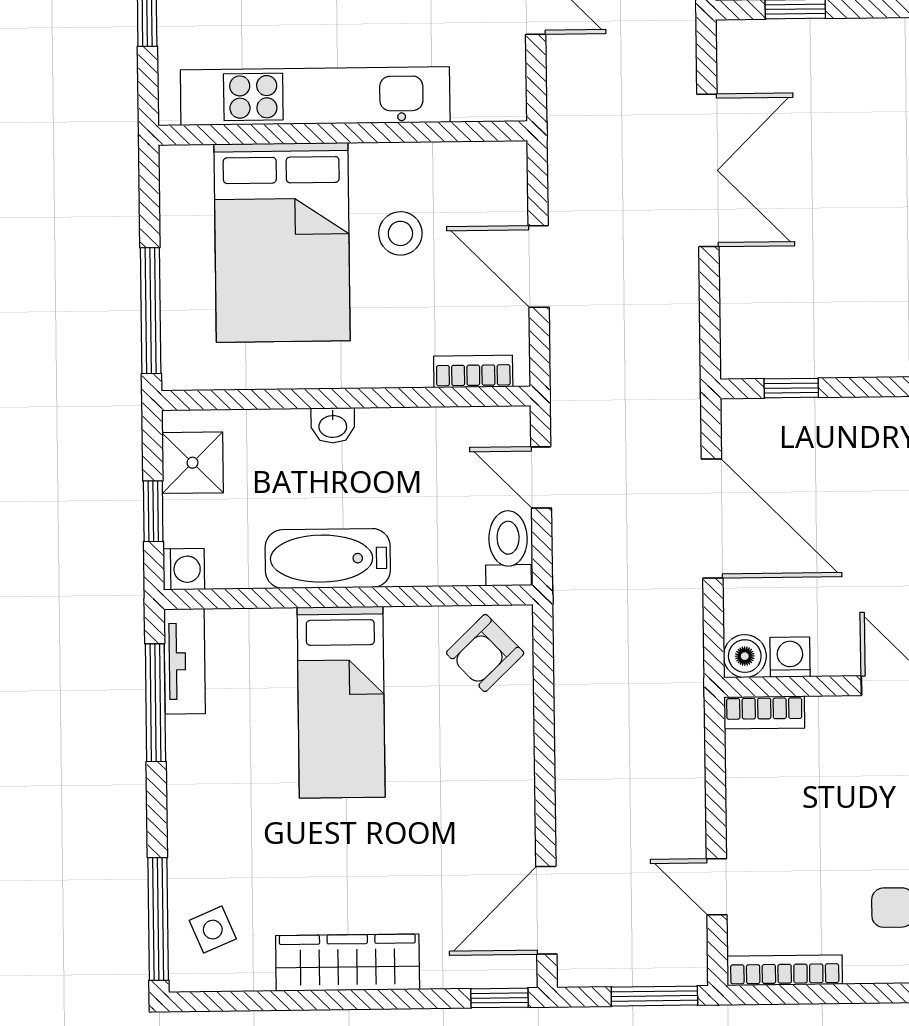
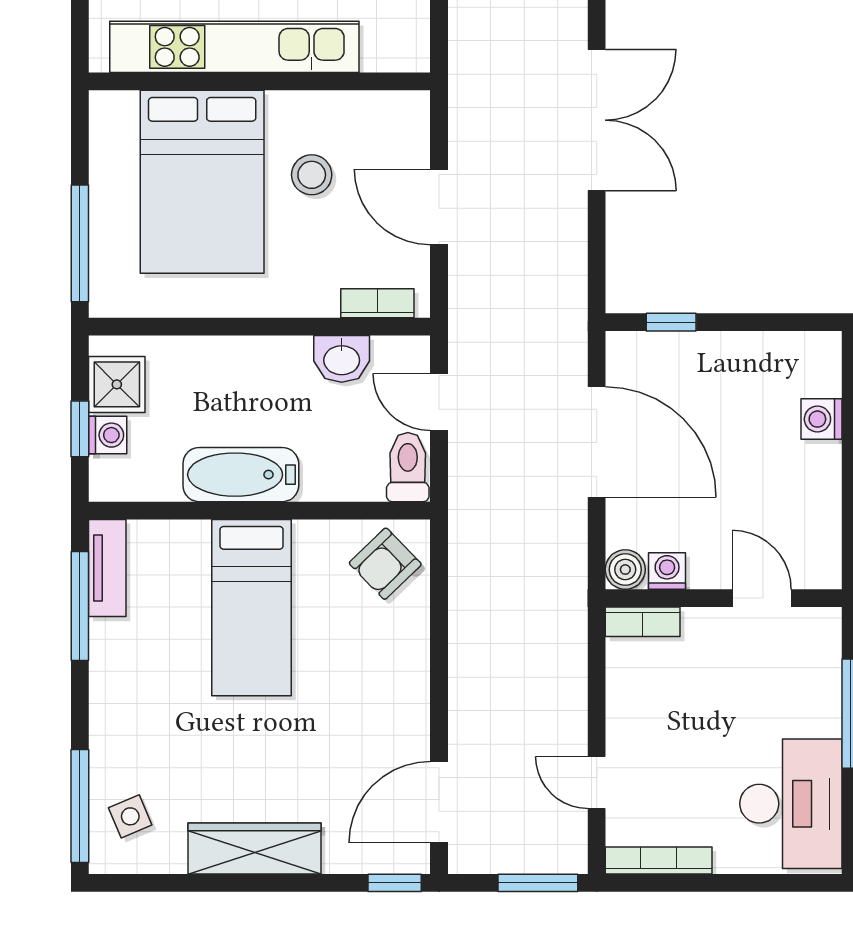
washbasin: (333, 425) -> (342, 359), moved, width x1.38, depth x1.45
washing machine: (184, 569) -> (108, 435), moved

